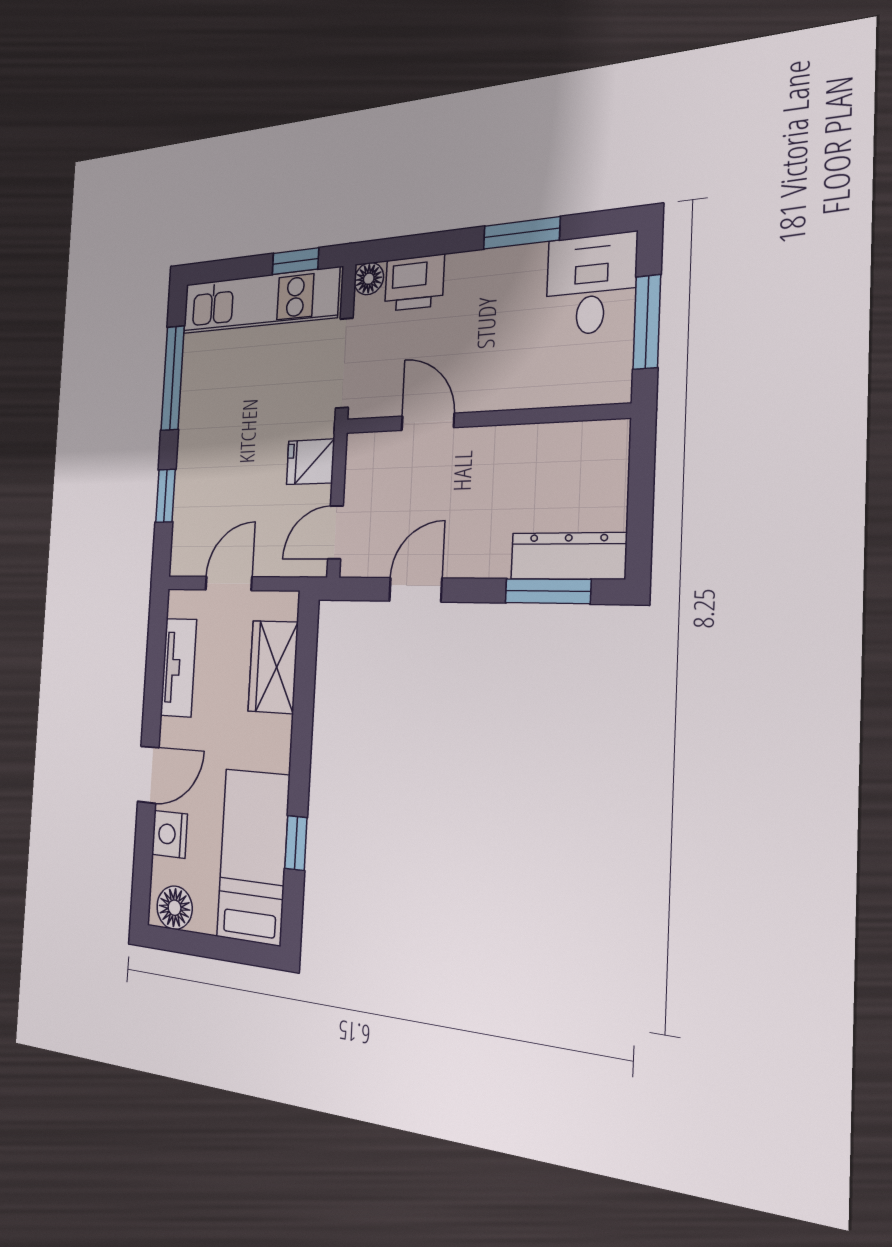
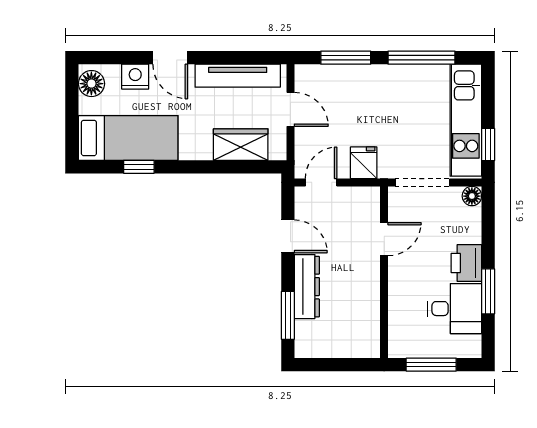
printer: (414, 283) -> (466, 263), moved
desk: (591, 284) -> (455, 309), moved
window: (165, 496) -> (346, 58), width x1.50
door: (335, 532) -> (321, 182), hinge flipped
dresser: (568, 556) -> (307, 287), moved
tv unit: (178, 668) -> (238, 76), width x1.41

